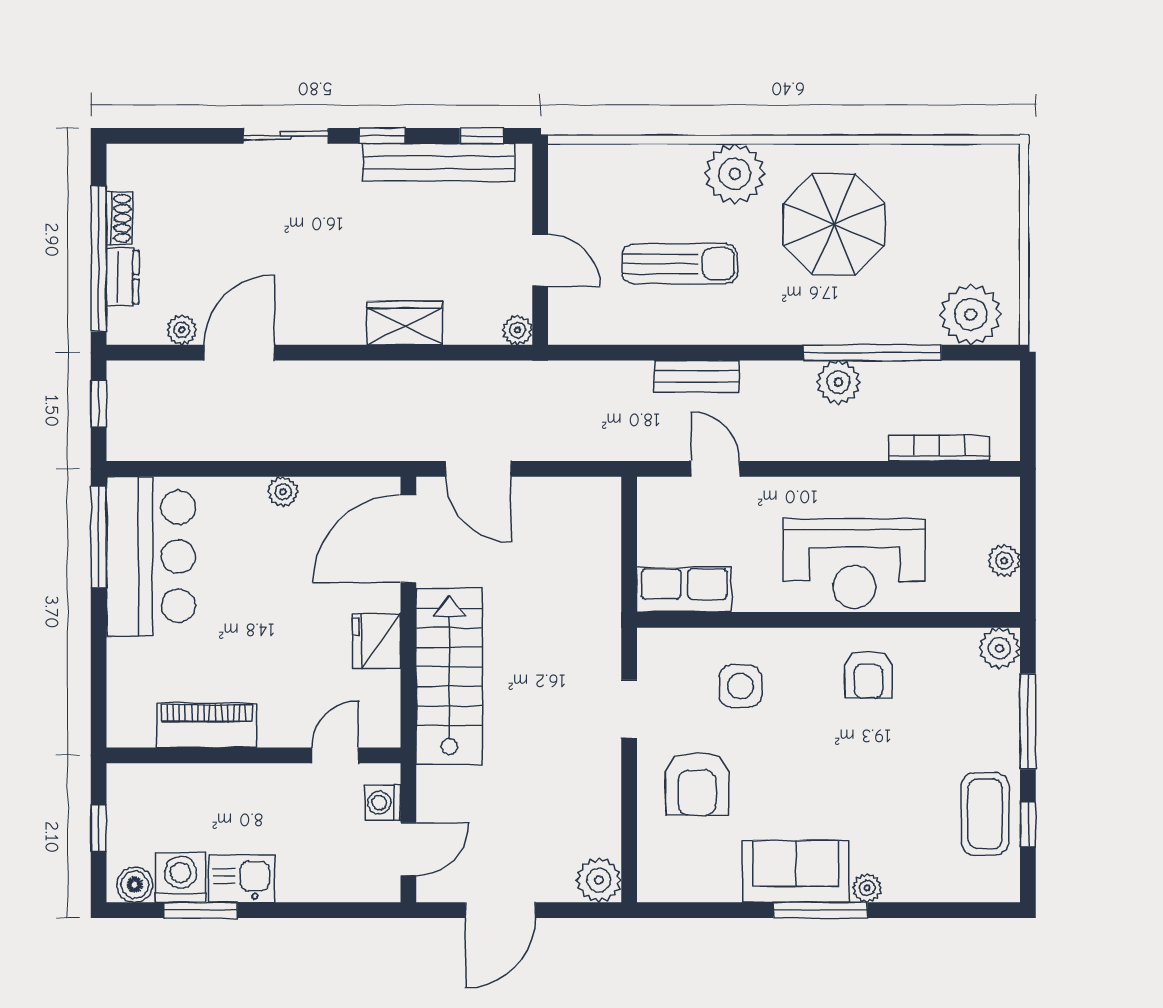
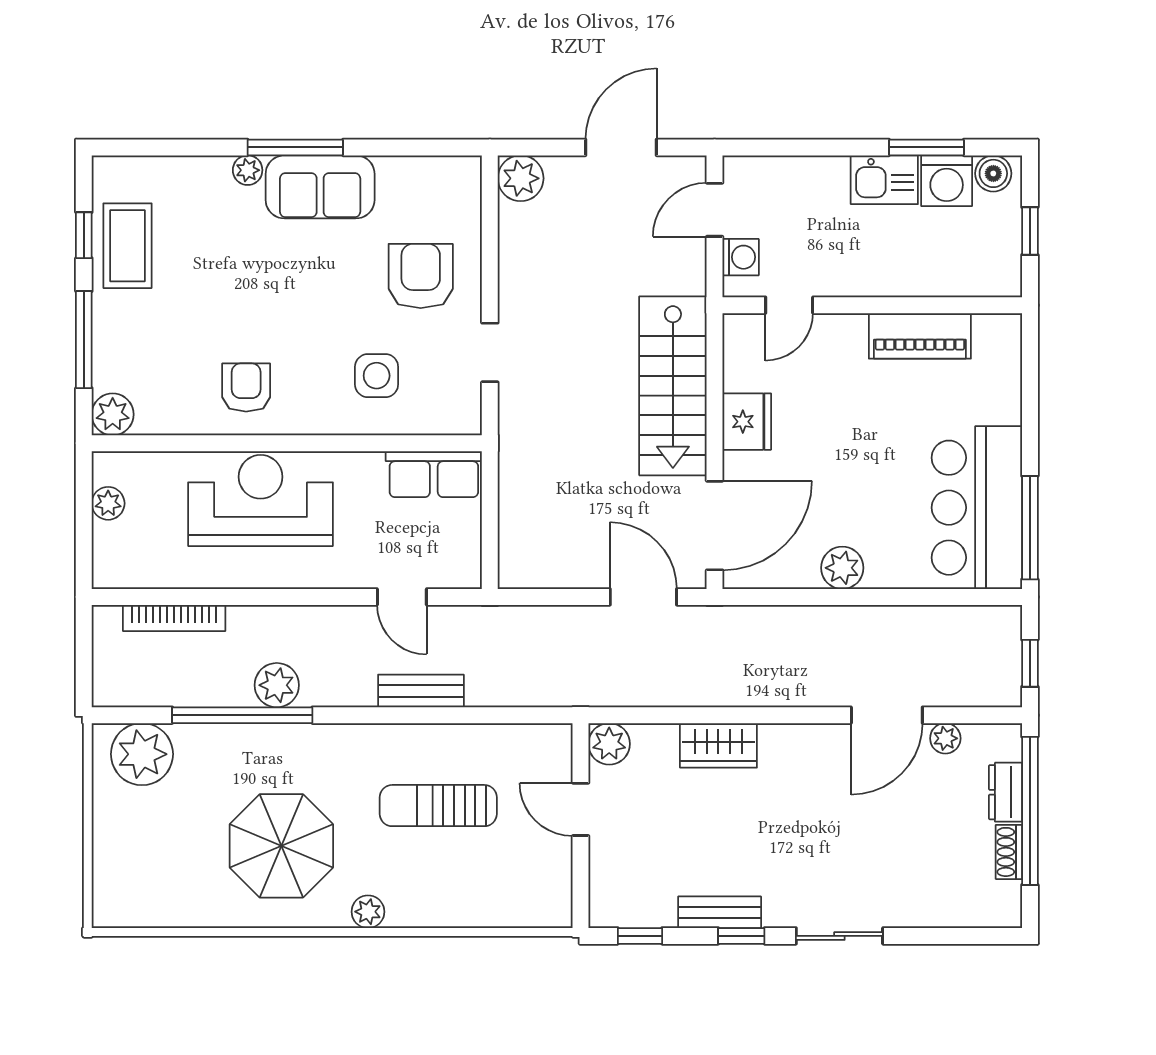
bench: (439, 162) -> (720, 912), width x0.54, depth x0.82
plant: (735, 174) -> (368, 912), width x0.53, depth x0.53
plant: (517, 330) -> (609, 744), width x1.38, depth x1.38
plant: (283, 492) -> (842, 568), width x1.38, depth x1.38

